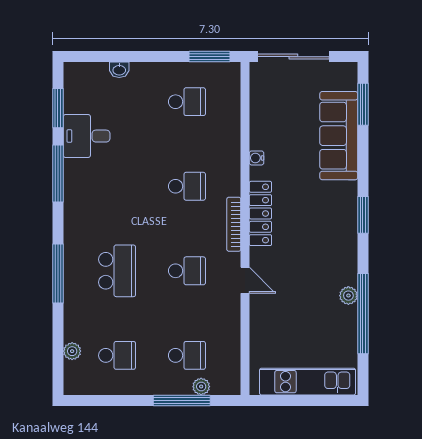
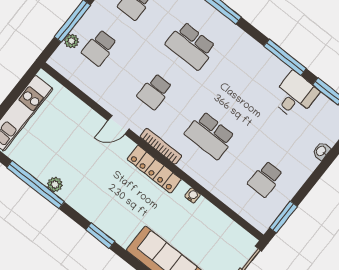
school desk: (187, 186) -> (210, 135), width x1.85

